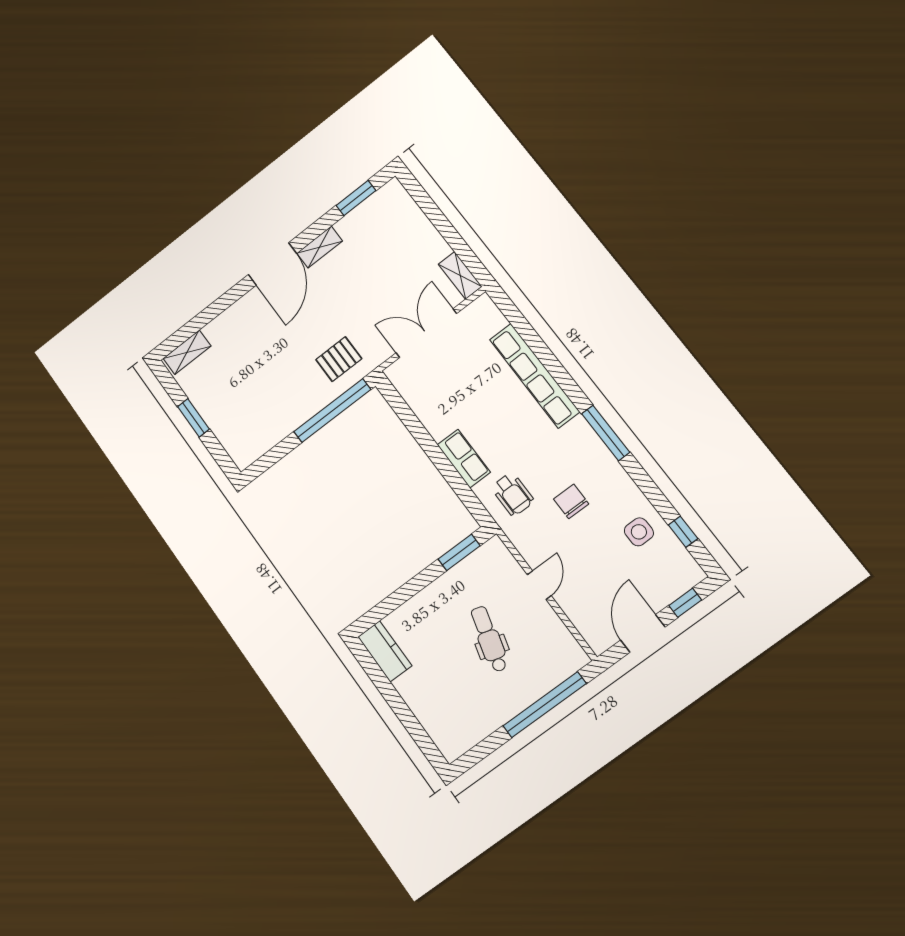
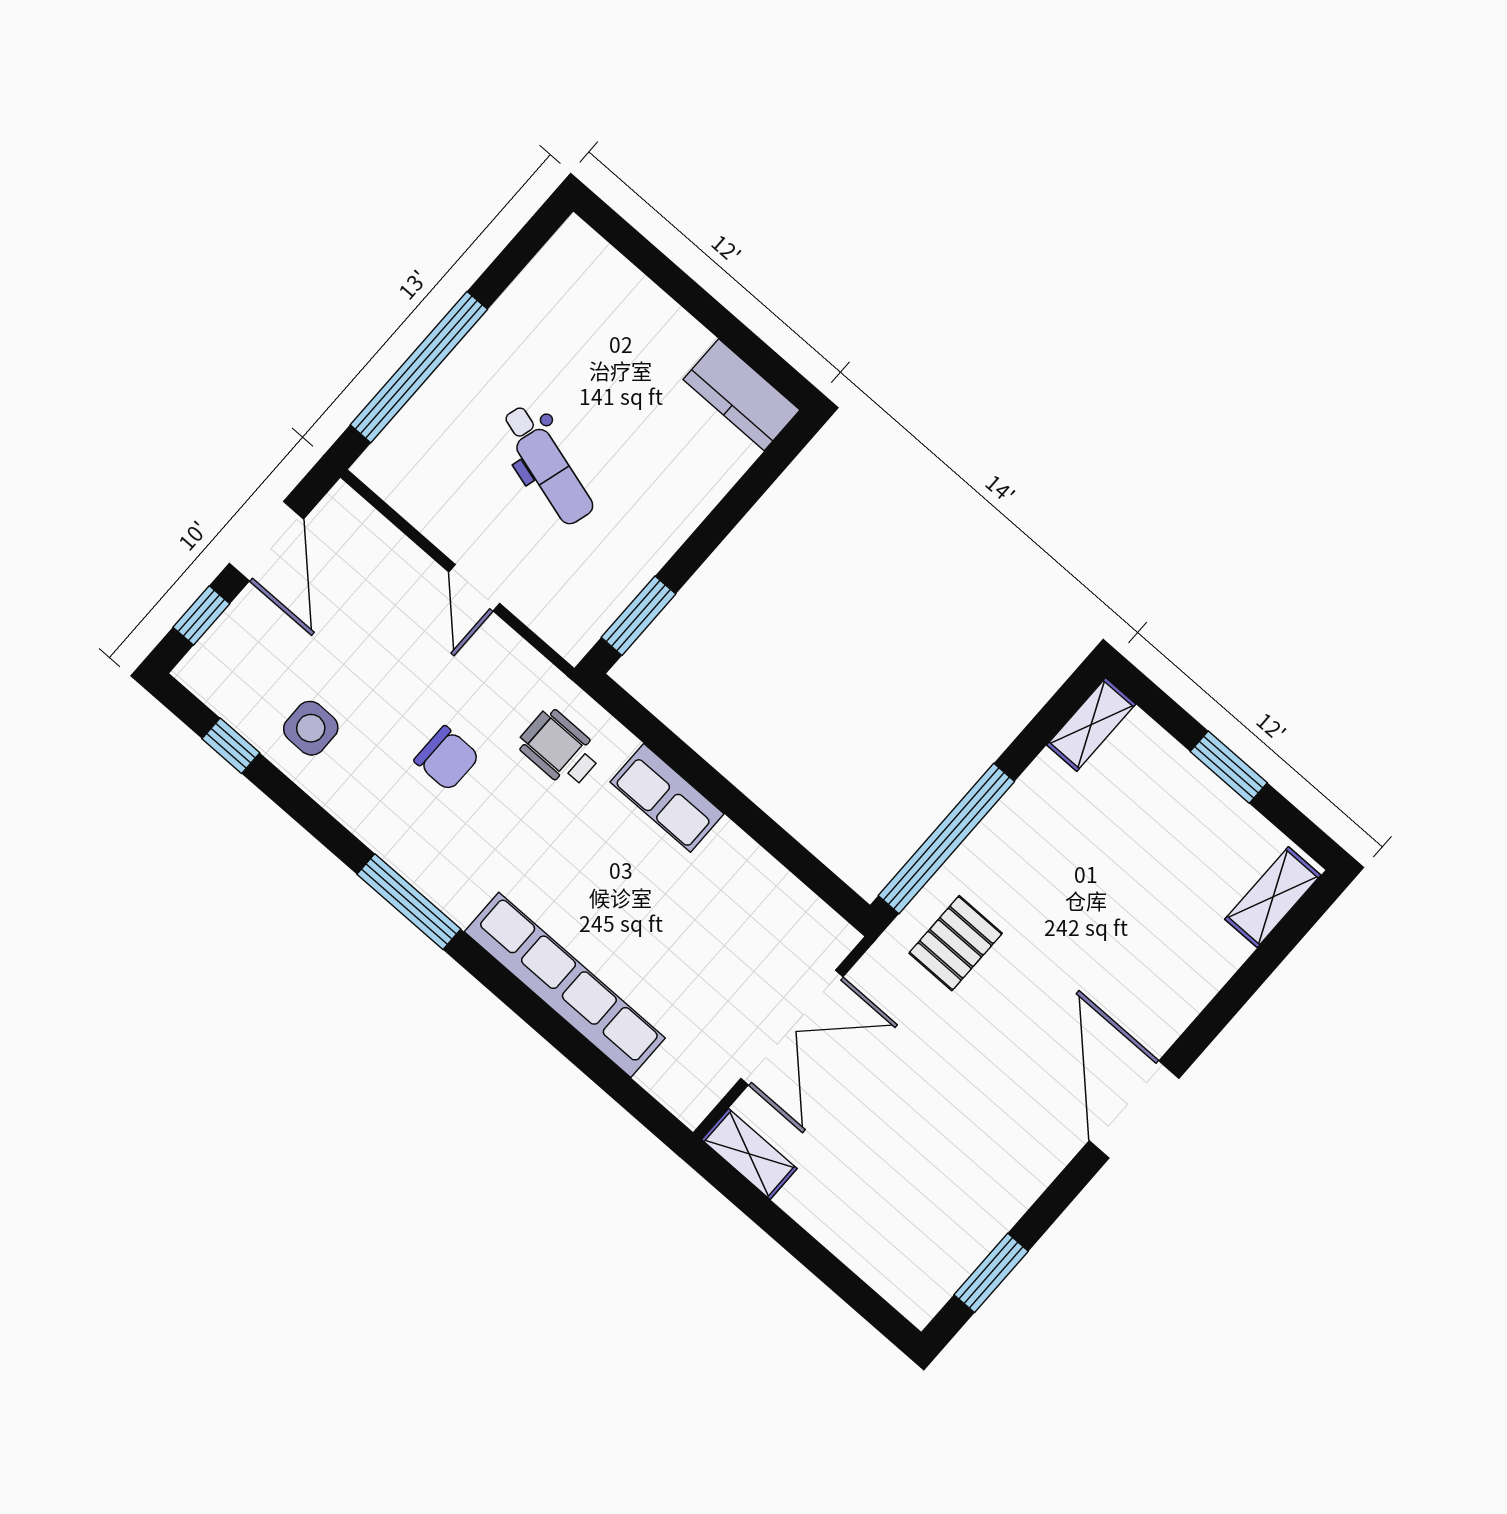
shelving: (320, 247) -> (1091, 724), moved

